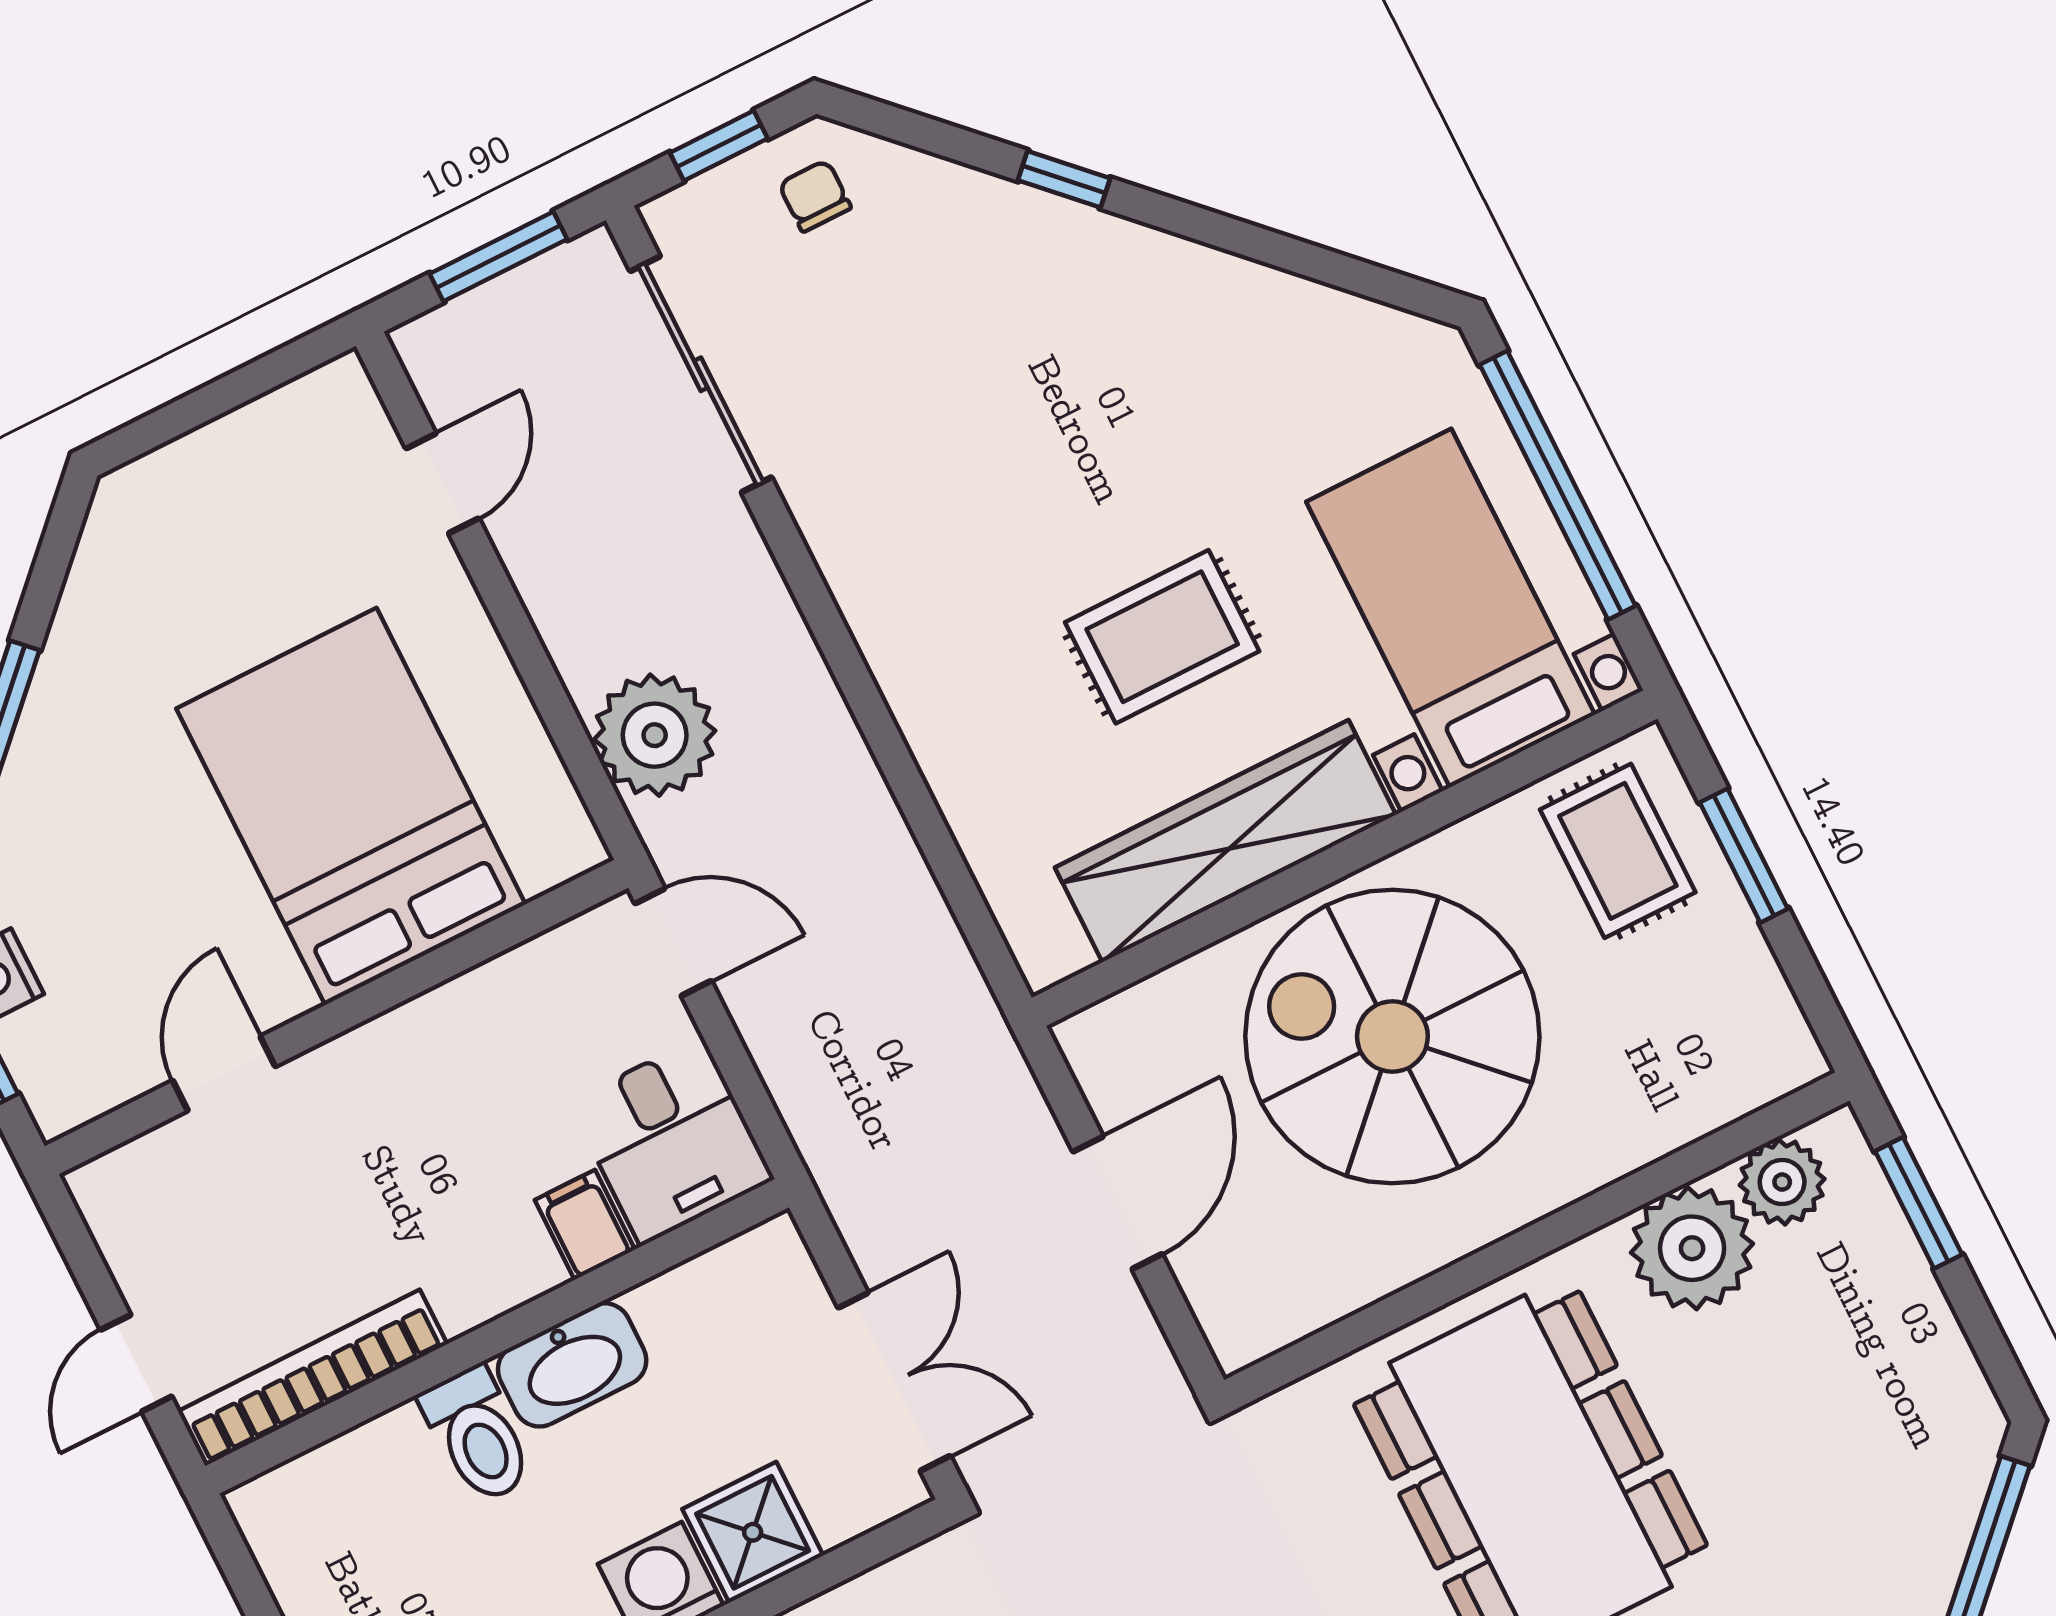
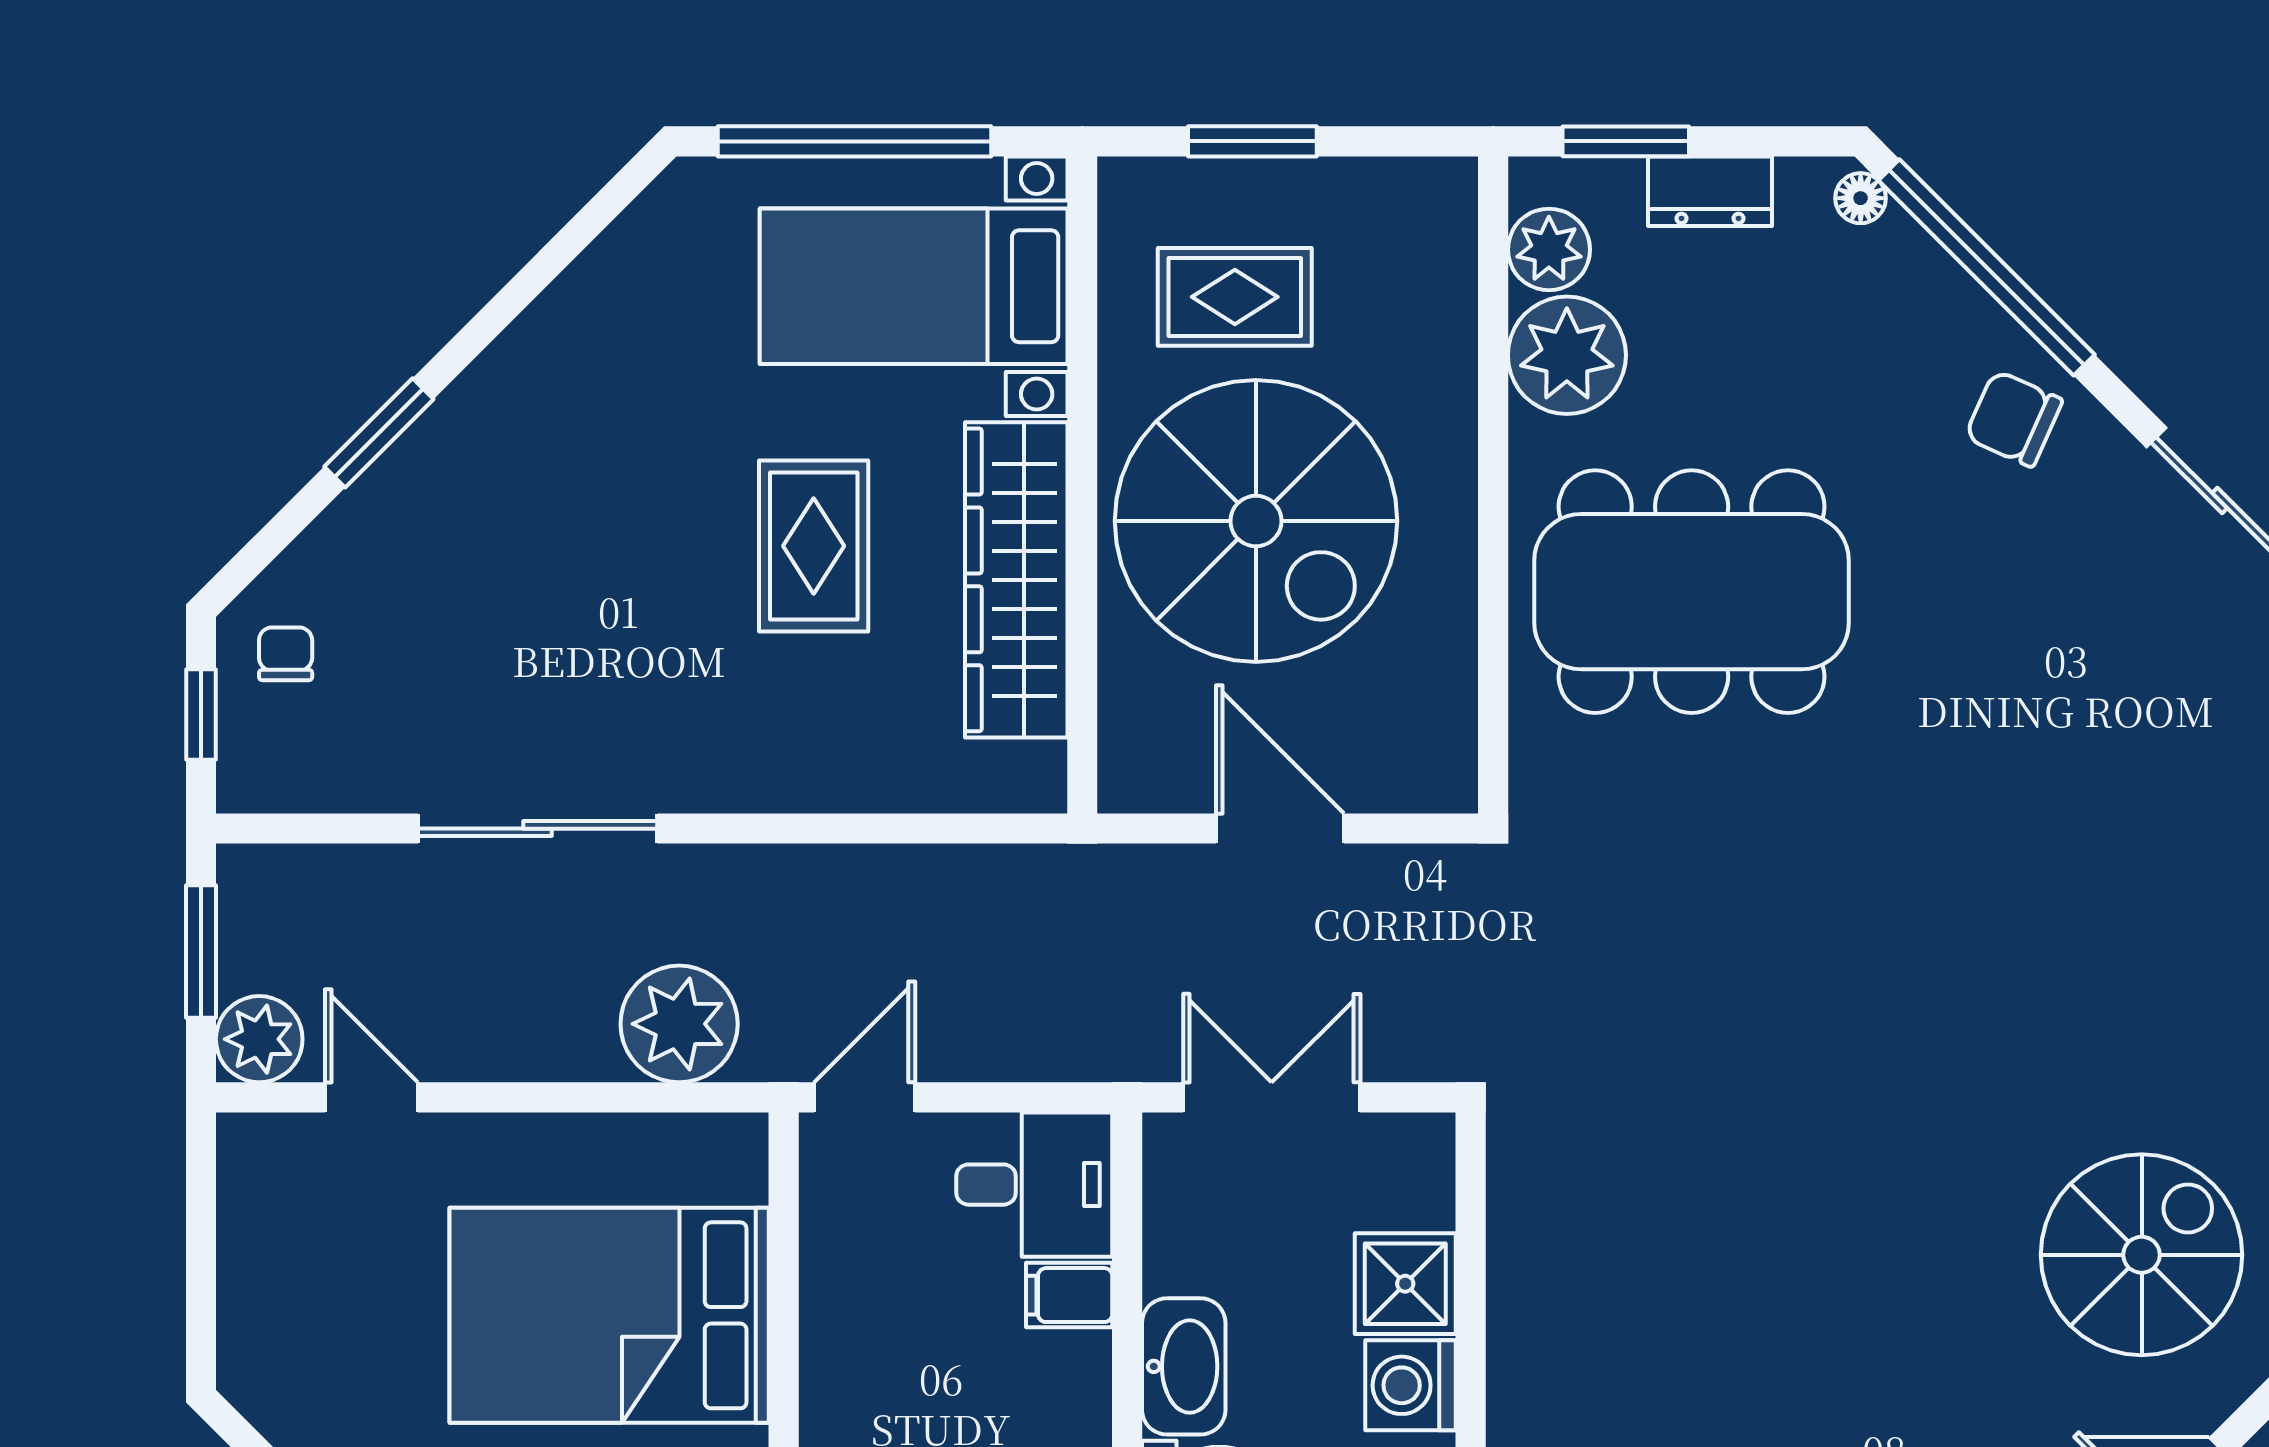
window: (1064, 179) -> (379, 433), width x1.50
chair: (815, 196) -> (286, 654), turned 90
plant: (444, 352) -> (259, 1039), added
sliding door: (701, 374) -> (538, 829), moved
rug: (1618, 851) -> (1235, 297), moved
spiral stairs: (1392, 1036) -> (1256, 521), turned -90
dresser: (1912, 1305) -> (1710, 191), added
double door: (894, 1382) -> (1272, 1097), moved
floor lamp: (1976, 1448) -> (1861, 198), added

